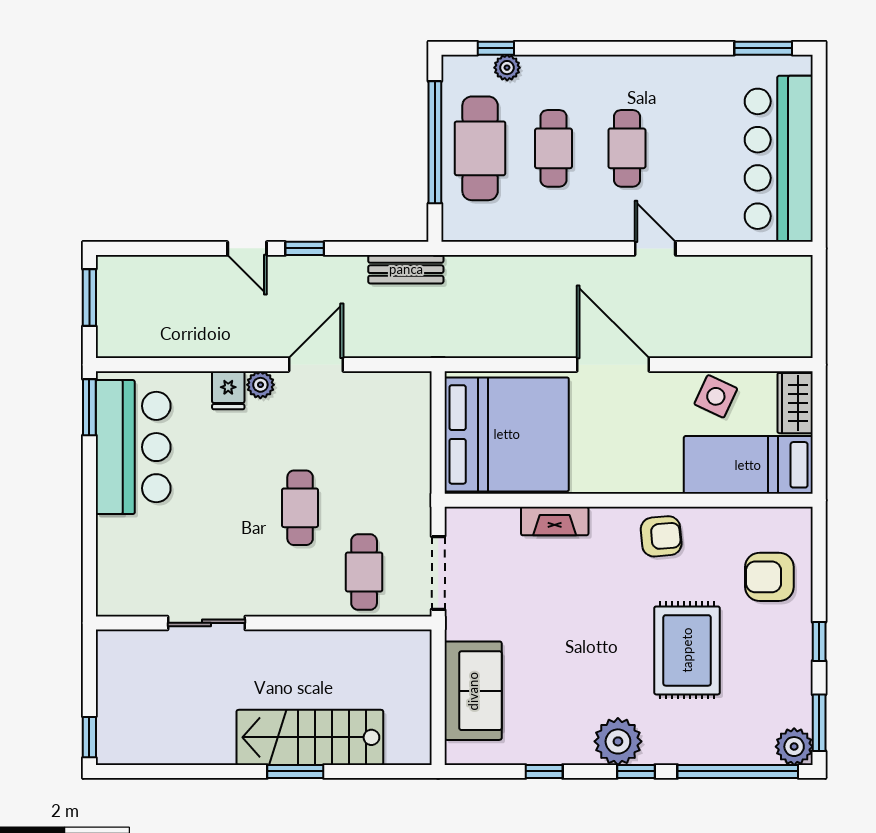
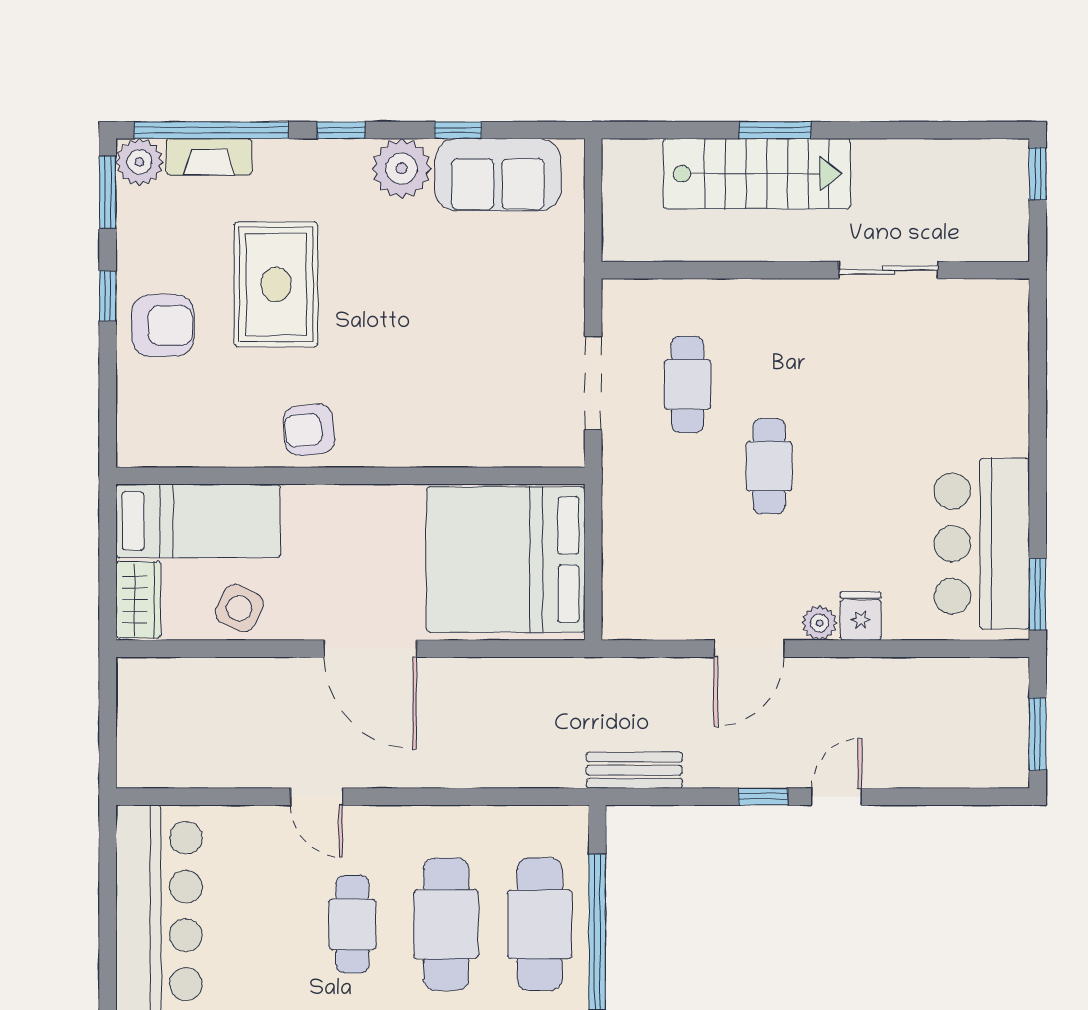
cafe table: (554, 148) -> (446, 924), width x1.37, depth x1.35
door: (247, 248) -> (837, 797), hinge flipped
fireplace: (555, 521) -> (209, 157), moved, turned 180
armchair: (769, 577) -> (163, 325), moved
sliding door: (206, 623) -> (888, 270), moved
wall: (264, 623) -> (815, 270), moved
sofa: (473, 691) -> (498, 175), moved, turned -90
plant: (618, 741) -> (402, 168), moved

